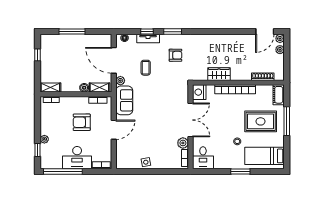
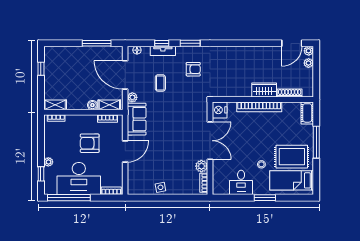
window: (72, 32) -> (97, 43), moved
wardrobe: (219, 74) -> (264, 90), moved
rug: (261, 121) -> (292, 157), moved
desk: (77, 158) -> (79, 179), width x1.36, depth x1.30
desk: (203, 158) -> (241, 182), moved

